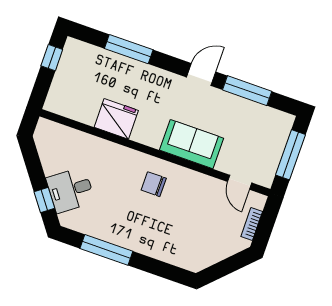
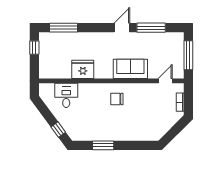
window: (129, 49) -> (63, 28), moved
door: (240, 182) -> (165, 81), swing flipped
desk: (71, 190) -> (66, 95), moved, turned 127
window: (106, 250) -> (103, 145), width x0.69

